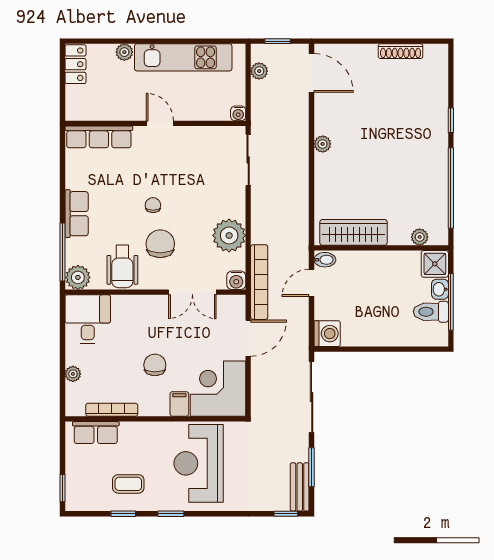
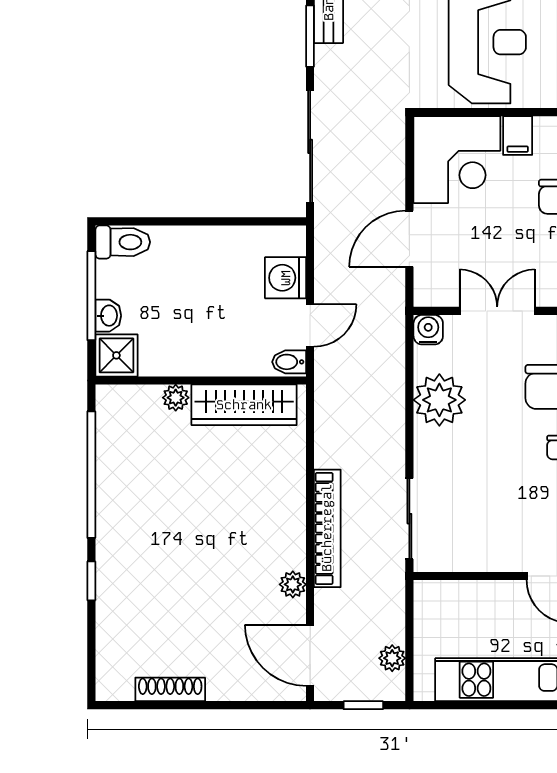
water cooler: (238, 113) -> (425, 592), removed
plant: (323, 144) -> (293, 584), moved
plant: (420, 237) -> (176, 398), moved
bookcase: (259, 282) -> (327, 528), moved, turned 180
toilet: (431, 312) -> (123, 242), moved
washing machine: (327, 334) -> (286, 278), moved

